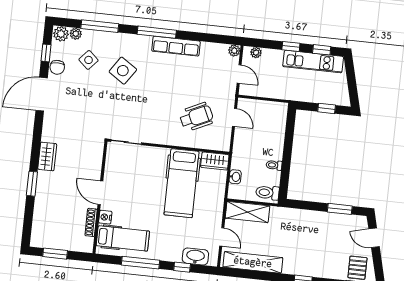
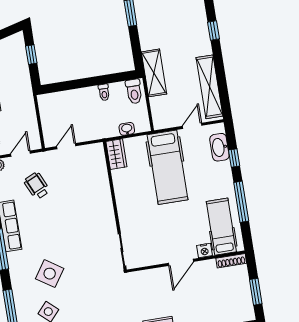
wheelchair: (196, 117) -> (37, 186), moved, width x0.73, depth x0.73
hospital bed: (182, 183) -> (167, 167), moved, turned 90
shelving: (247, 212) -> (154, 73), moved
shoe rack: (91, 222) -> (231, 261), moved

